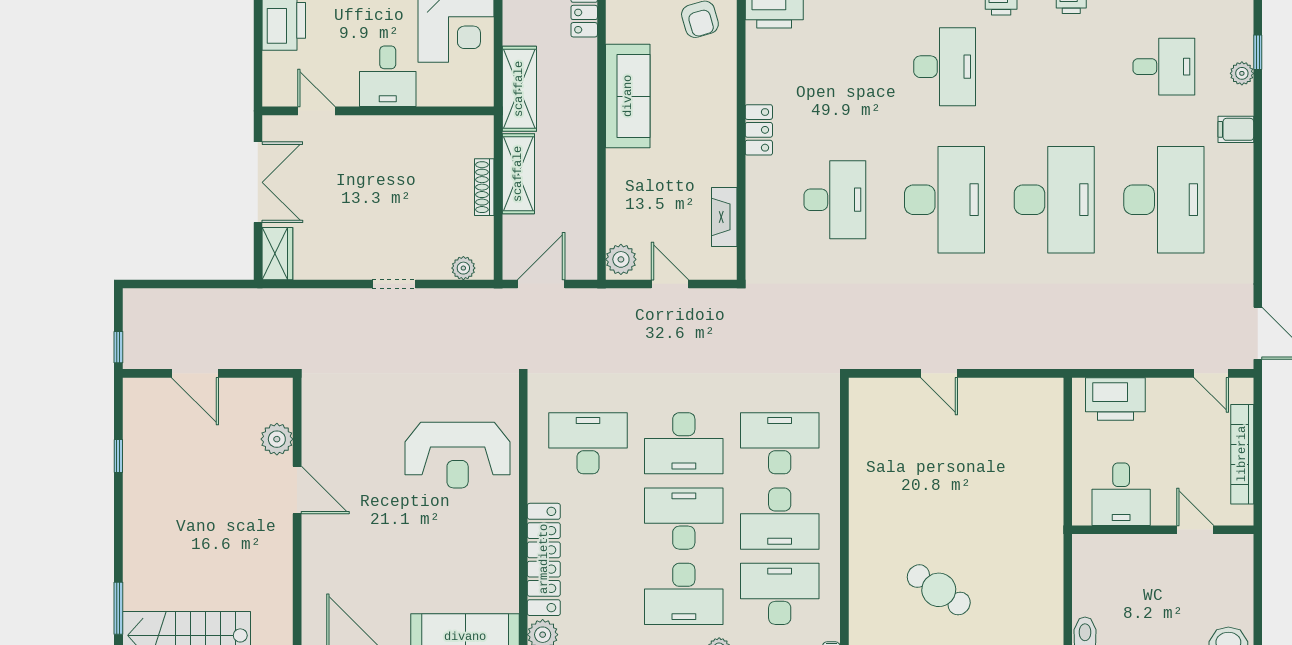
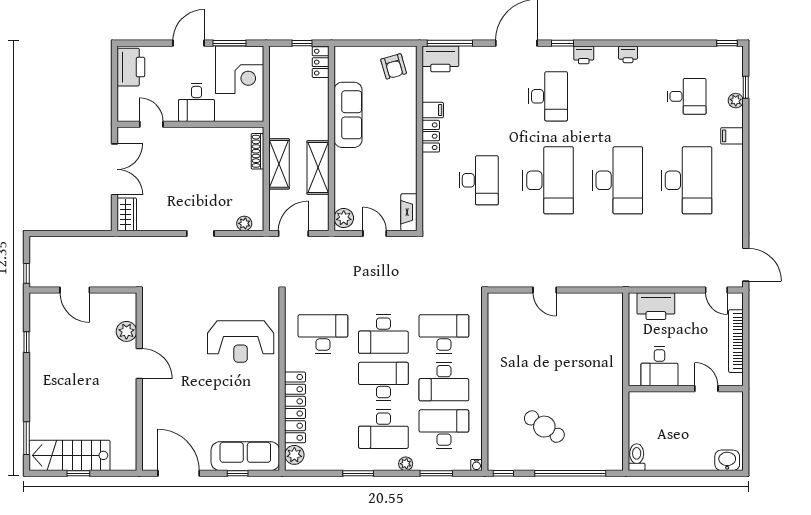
filing cabinet: (762, 88) -> (433, 110), added
shelving: (519, 89) -> (318, 168), moved
shoe rack: (484, 187) -> (257, 151), moved
fireplace: (724, 217) -> (409, 212), moved

